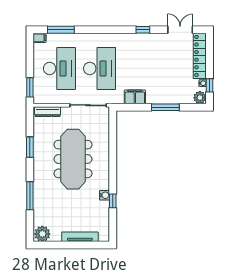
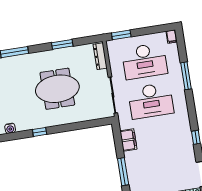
window: (61, 30) -> (186, 76), moved
meeting table: (73, 159) -> (57, 89), width x0.73
water cooler: (105, 195) -> (10, 128), moved
window: (113, 201) -> (40, 132), moved

